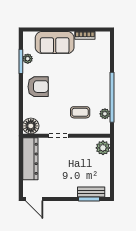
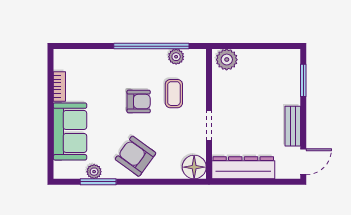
armchair: (38, 87) -> (136, 156), turned -54
armchair: (75, 89) -> (139, 102), added
bench: (91, 192) -> (293, 126), moved

